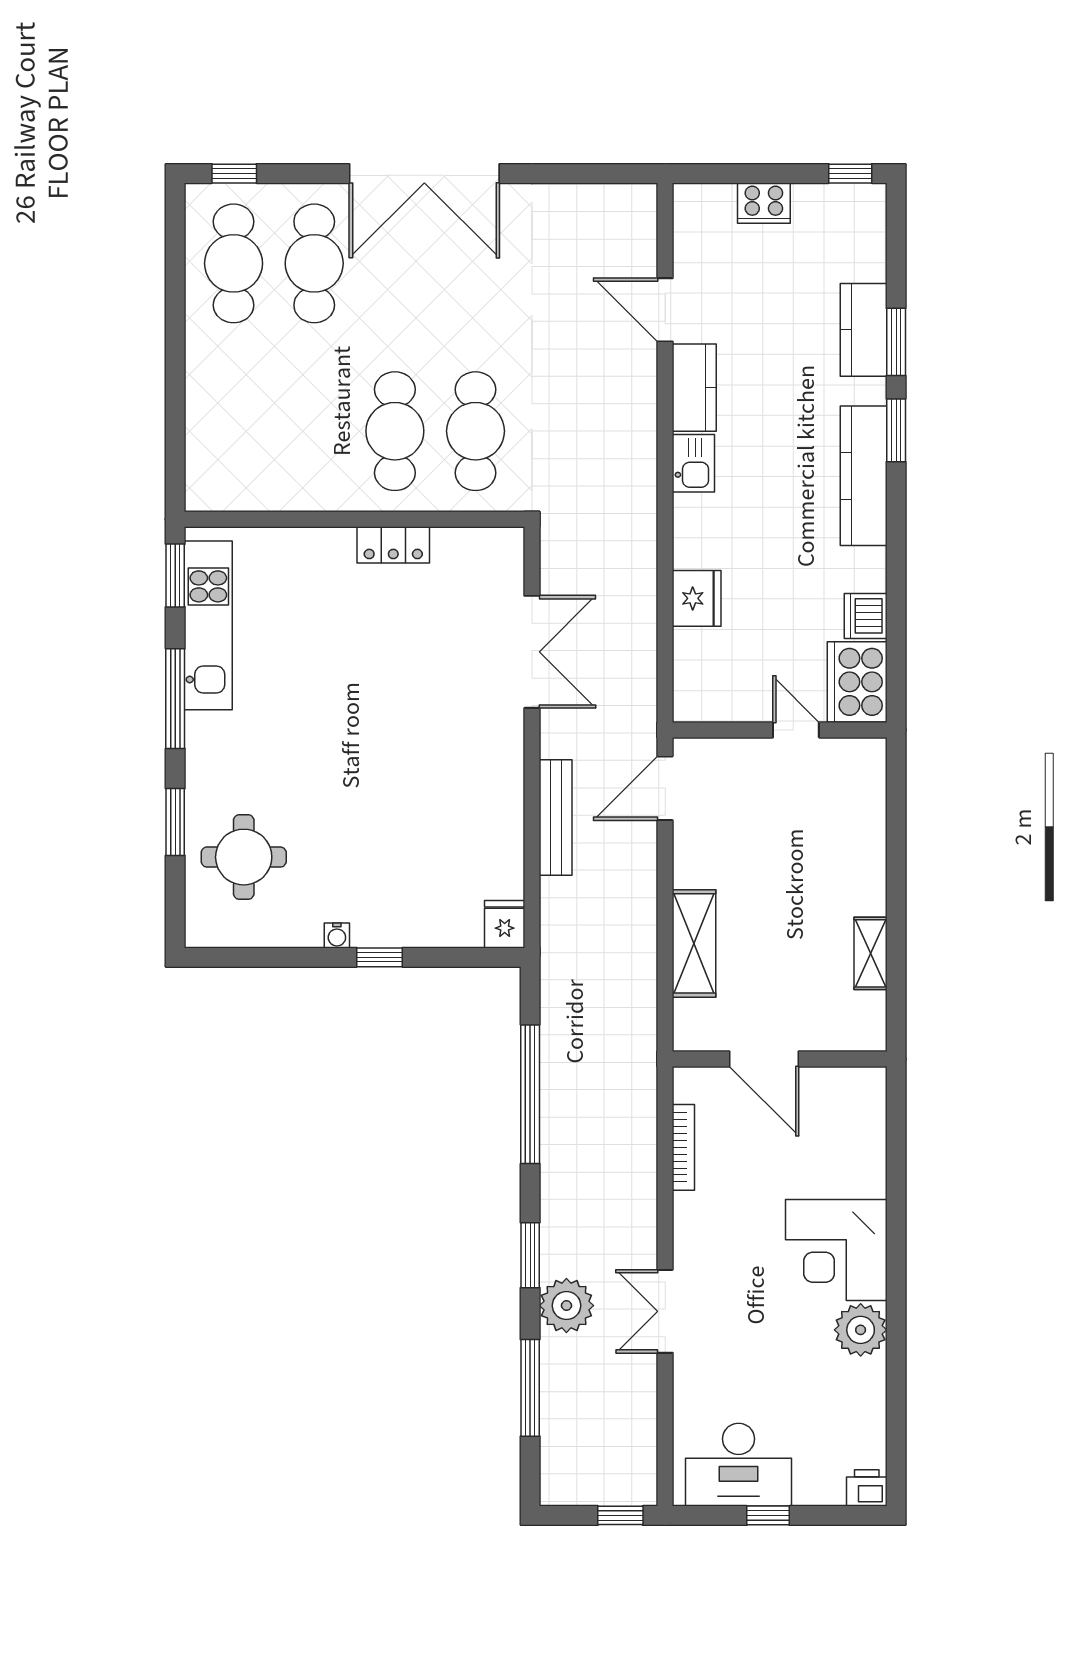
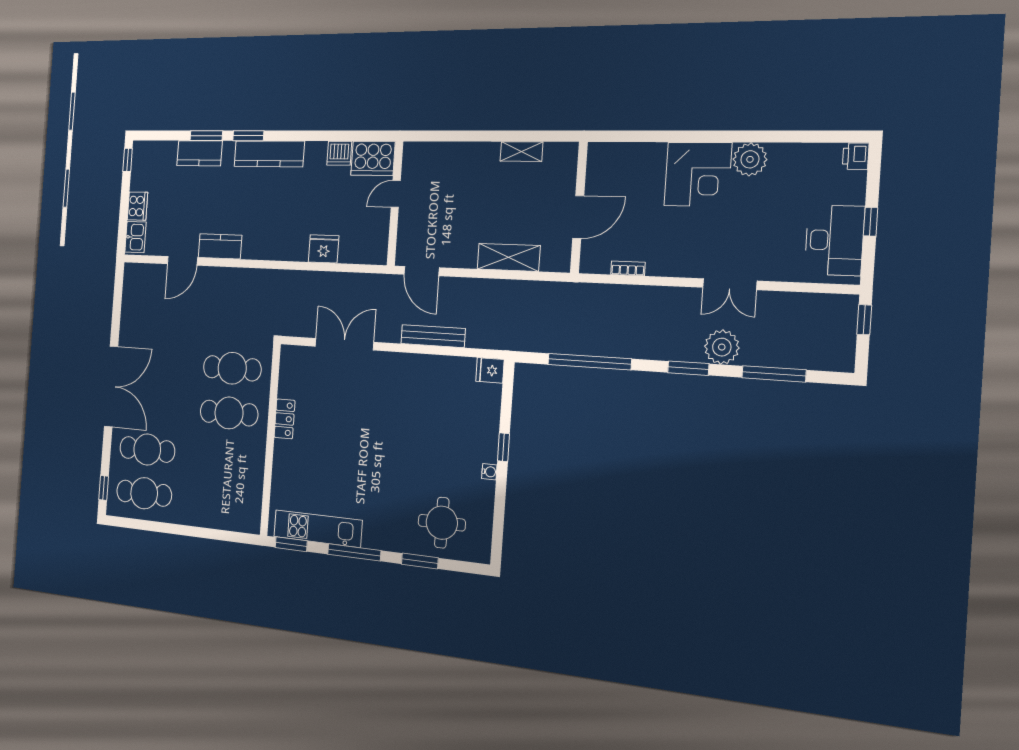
kitchen sink: (693, 463) -> (135, 237), moved, turned 90
bookcase: (683, 1147) -> (628, 268), width x0.64

